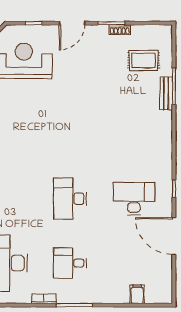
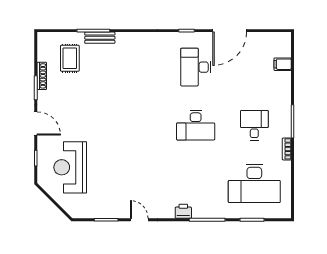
shoe rack: (120, 30) -> (42, 76), width x1.43
desk: (70, 263) -> (254, 125), turned 180

